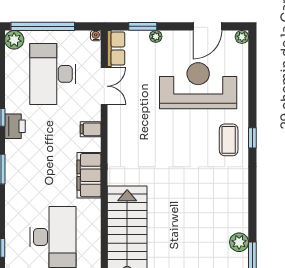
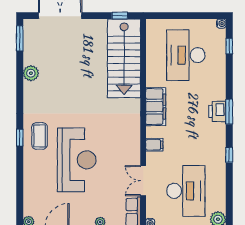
reception desk: (198, 86) -> (77, 160), moved, turned -90
printer: (15, 126) -> (217, 111), moved
plant: (239, 242) -> (31, 73), moved

